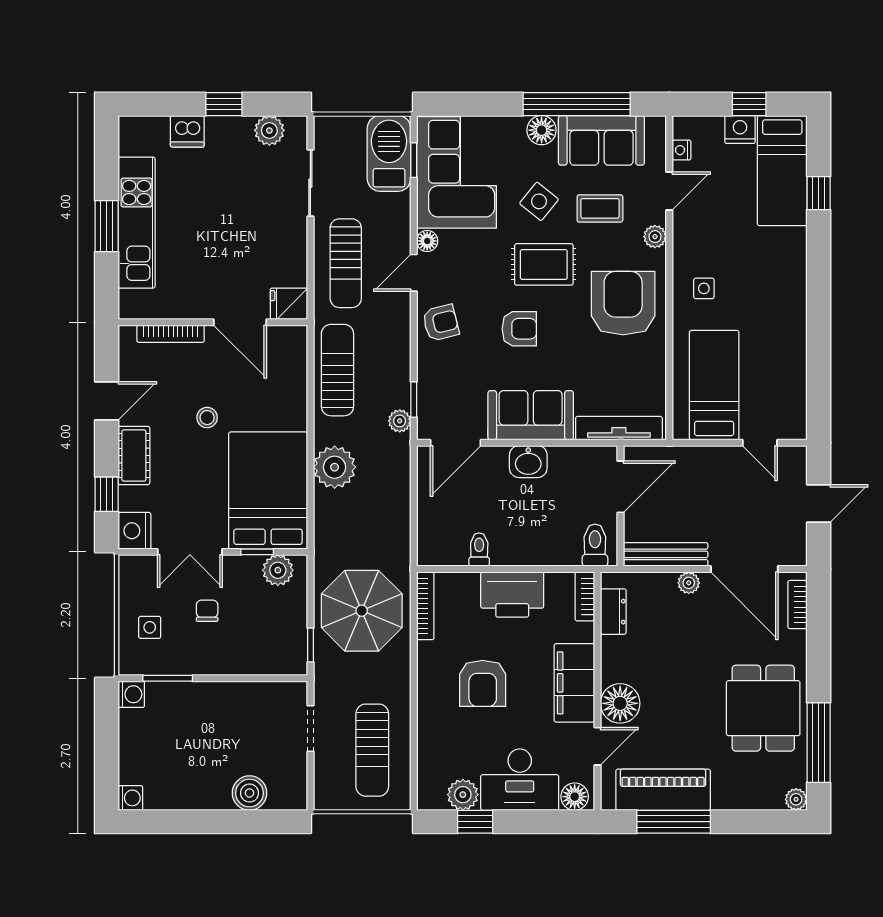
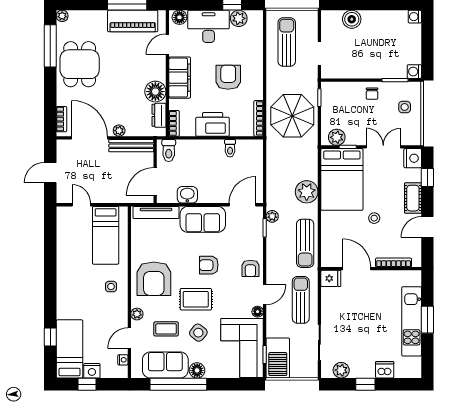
armchair: (441, 323) -> (250, 268), turned -76
washbasin: (528, 462) -> (187, 195), moved
chair: (207, 611) -> (372, 94), moved
floor lamp: (620, 703) -> (155, 92), moved

